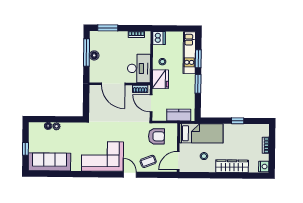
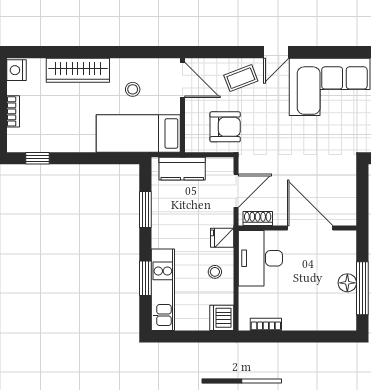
window: (108, 28) -> (321, 336), removed
fridge: (160, 79) -> (222, 238), width x0.53, depth x0.75
window: (198, 84) -> (145, 209), moved
door: (151, 103) -> (236, 191), hinge flipped
window: (238, 121) -> (38, 158), moved
armchair: (156, 136) -> (225, 127), turned 180
door: (178, 161) -> (183, 80), hinge flipped
door: (130, 175) -> (276, 52), hinge flipped

